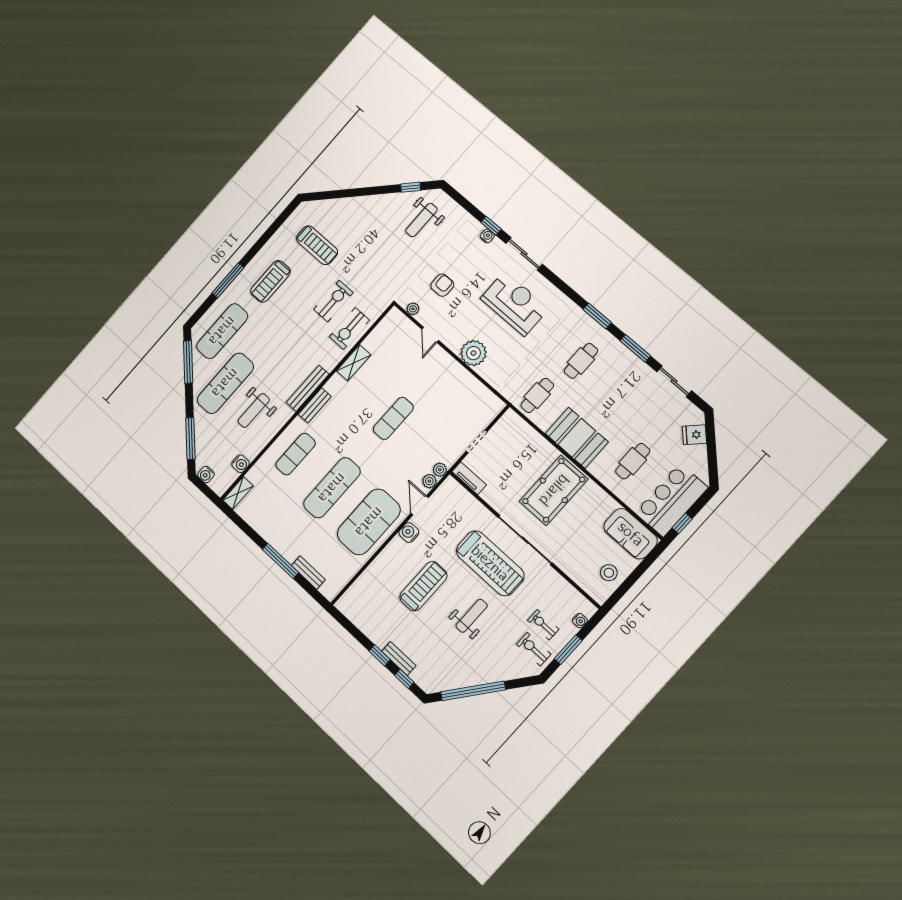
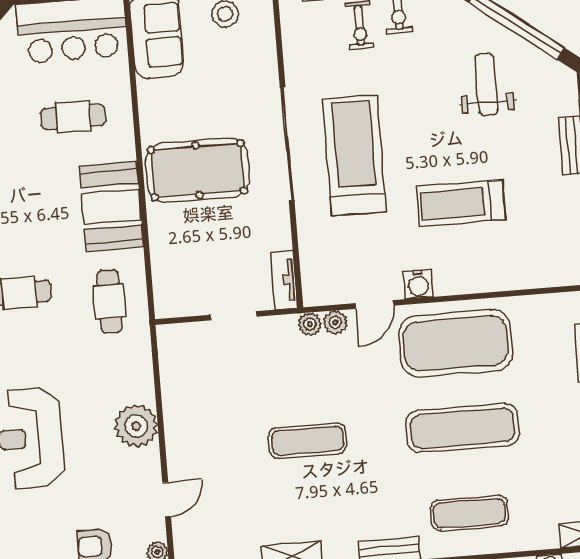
cafe table: (537, 395) -> (110, 301), turned 90
weight bench: (472, 616) -> (486, 84), moved, turned 90

